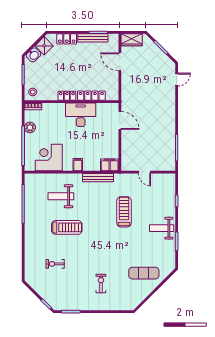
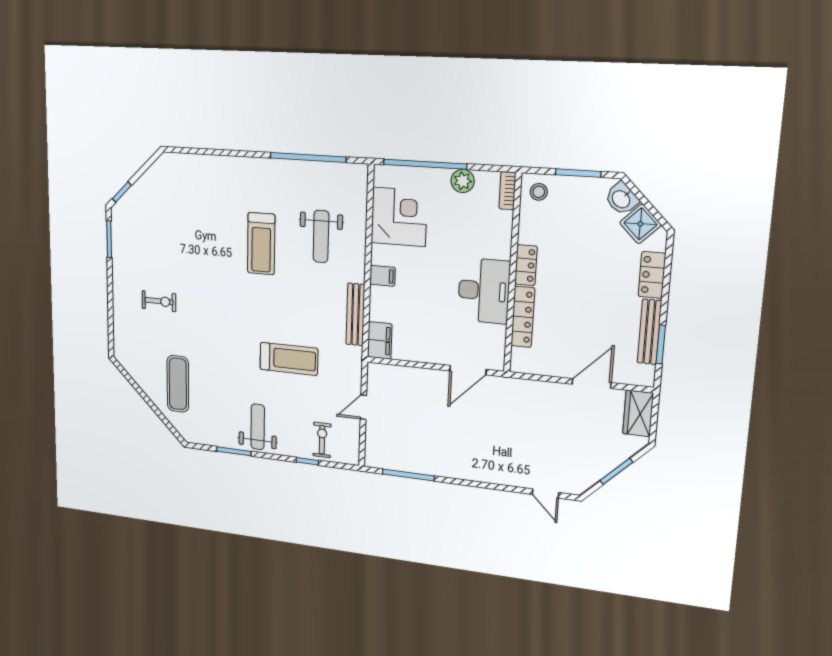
weight bench: (61, 196) -> (321, 236), turned 180
exercise bike: (55, 264) -> (322, 440), moved

